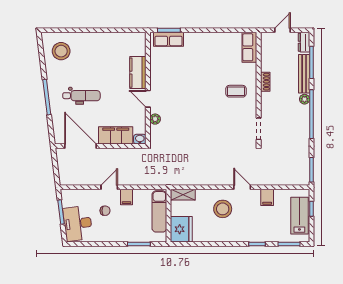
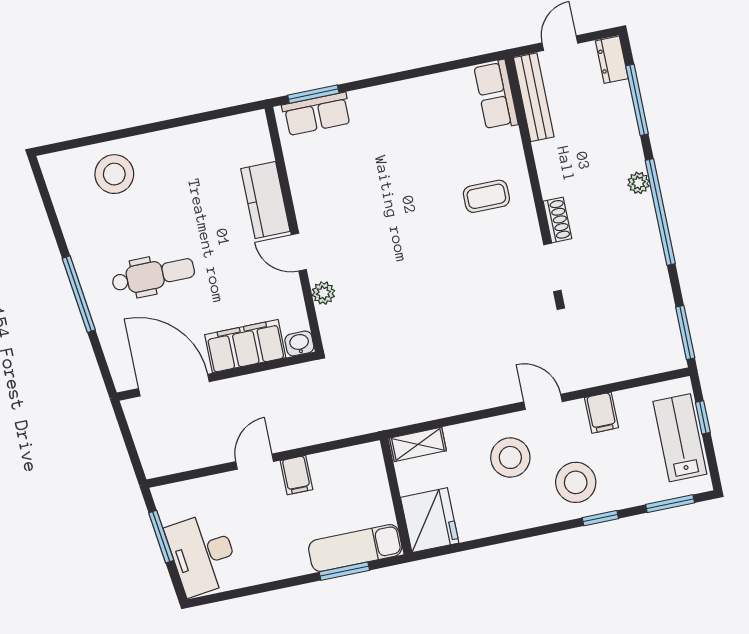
stool: (61, 51) -> (114, 174), moved
bench: (304, 74) -> (534, 97), moved
shoe rack: (265, 82) -> (557, 220), moved
chair: (105, 211) -> (256, 514), removed
exam couch: (159, 211) -> (355, 548), moved, turned 90
stool: (249, 226) -> (576, 482), added

